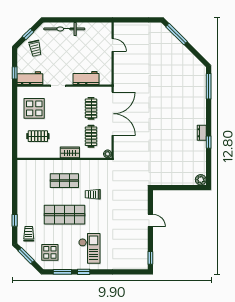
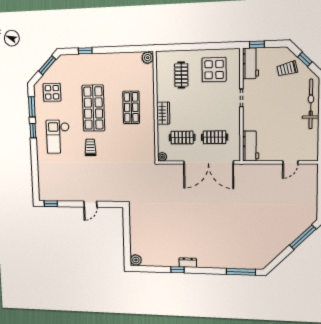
workbench: (86, 78) -> (251, 146), moved
plant: (22, 165) -> (148, 58), added
trolley: (93, 194) -> (90, 147), moved
trolley: (29, 234) -> (71, 68), removed
checkout: (89, 248) -> (58, 137), turned 90

